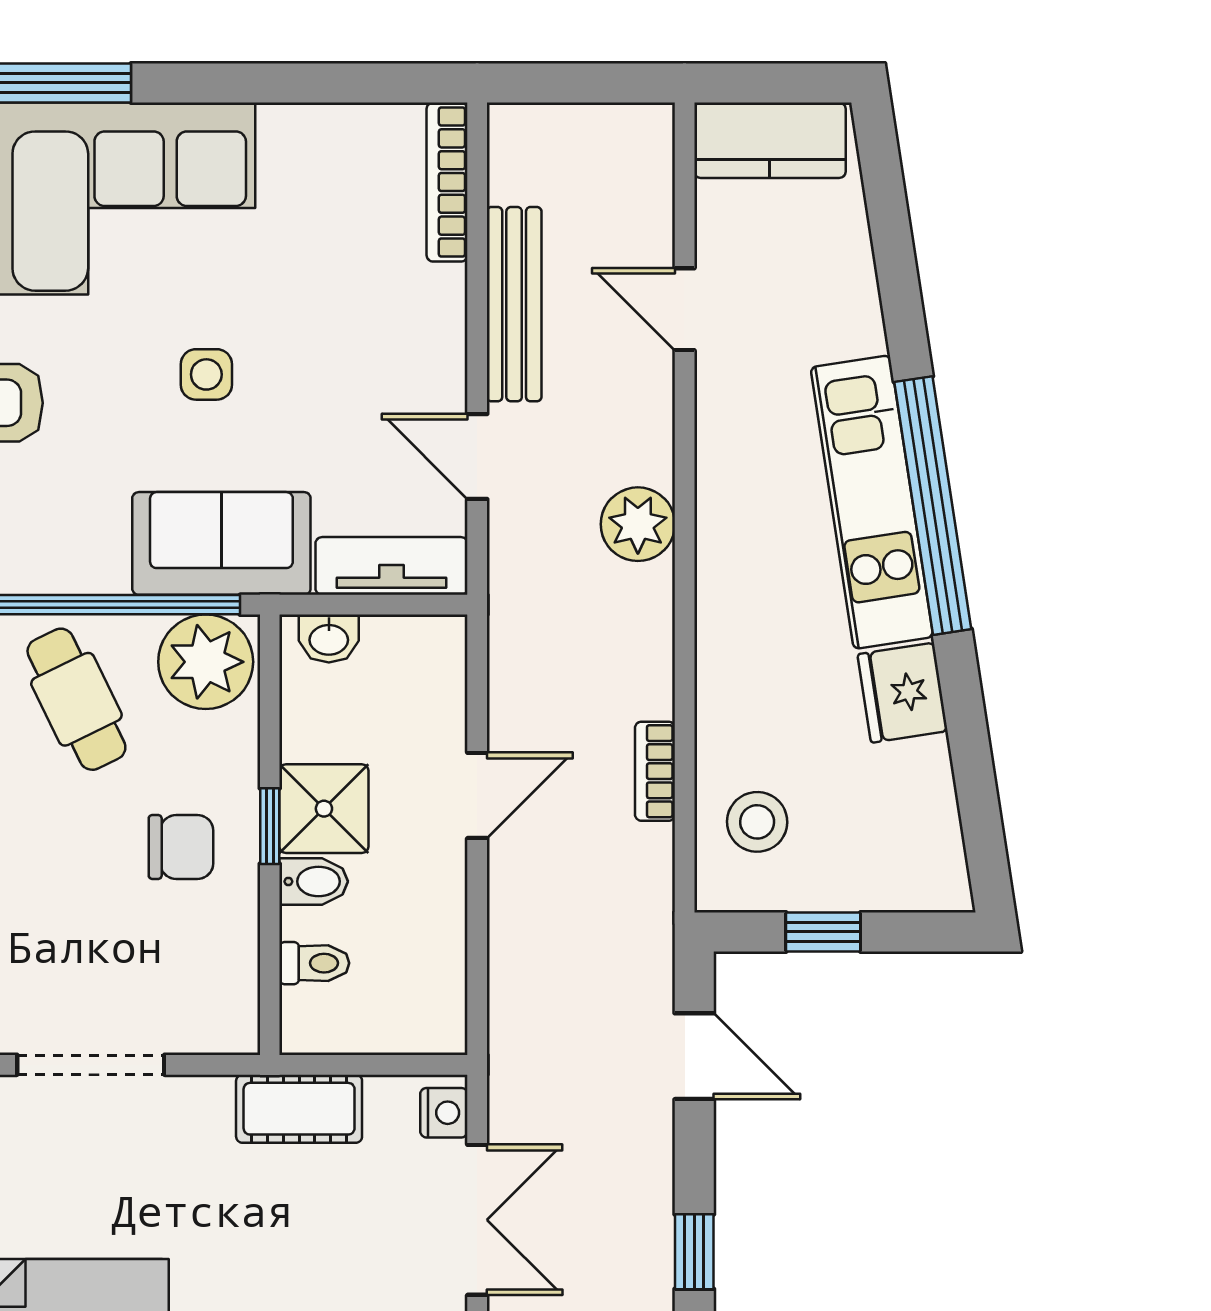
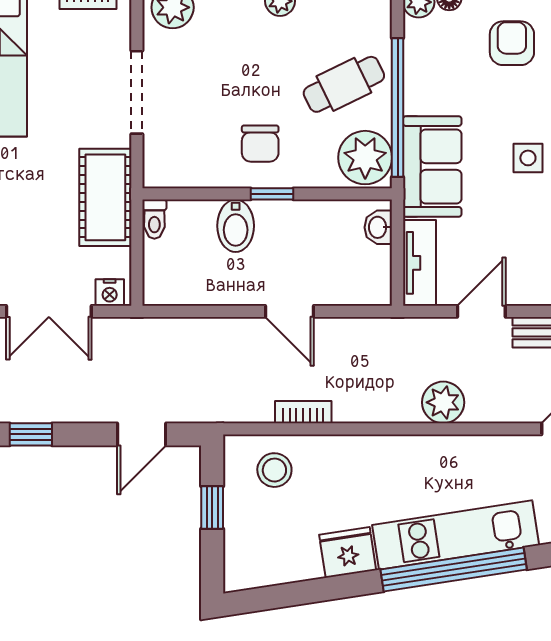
shower: (324, 809) -> (282, 225), removed
bidet: (314, 881) -> (236, 226), width x1.38, depth x1.36
toilet: (314, 963) -> (154, 219), moved
cot: (299, 1109) -> (105, 197), width x1.37, depth x1.34

